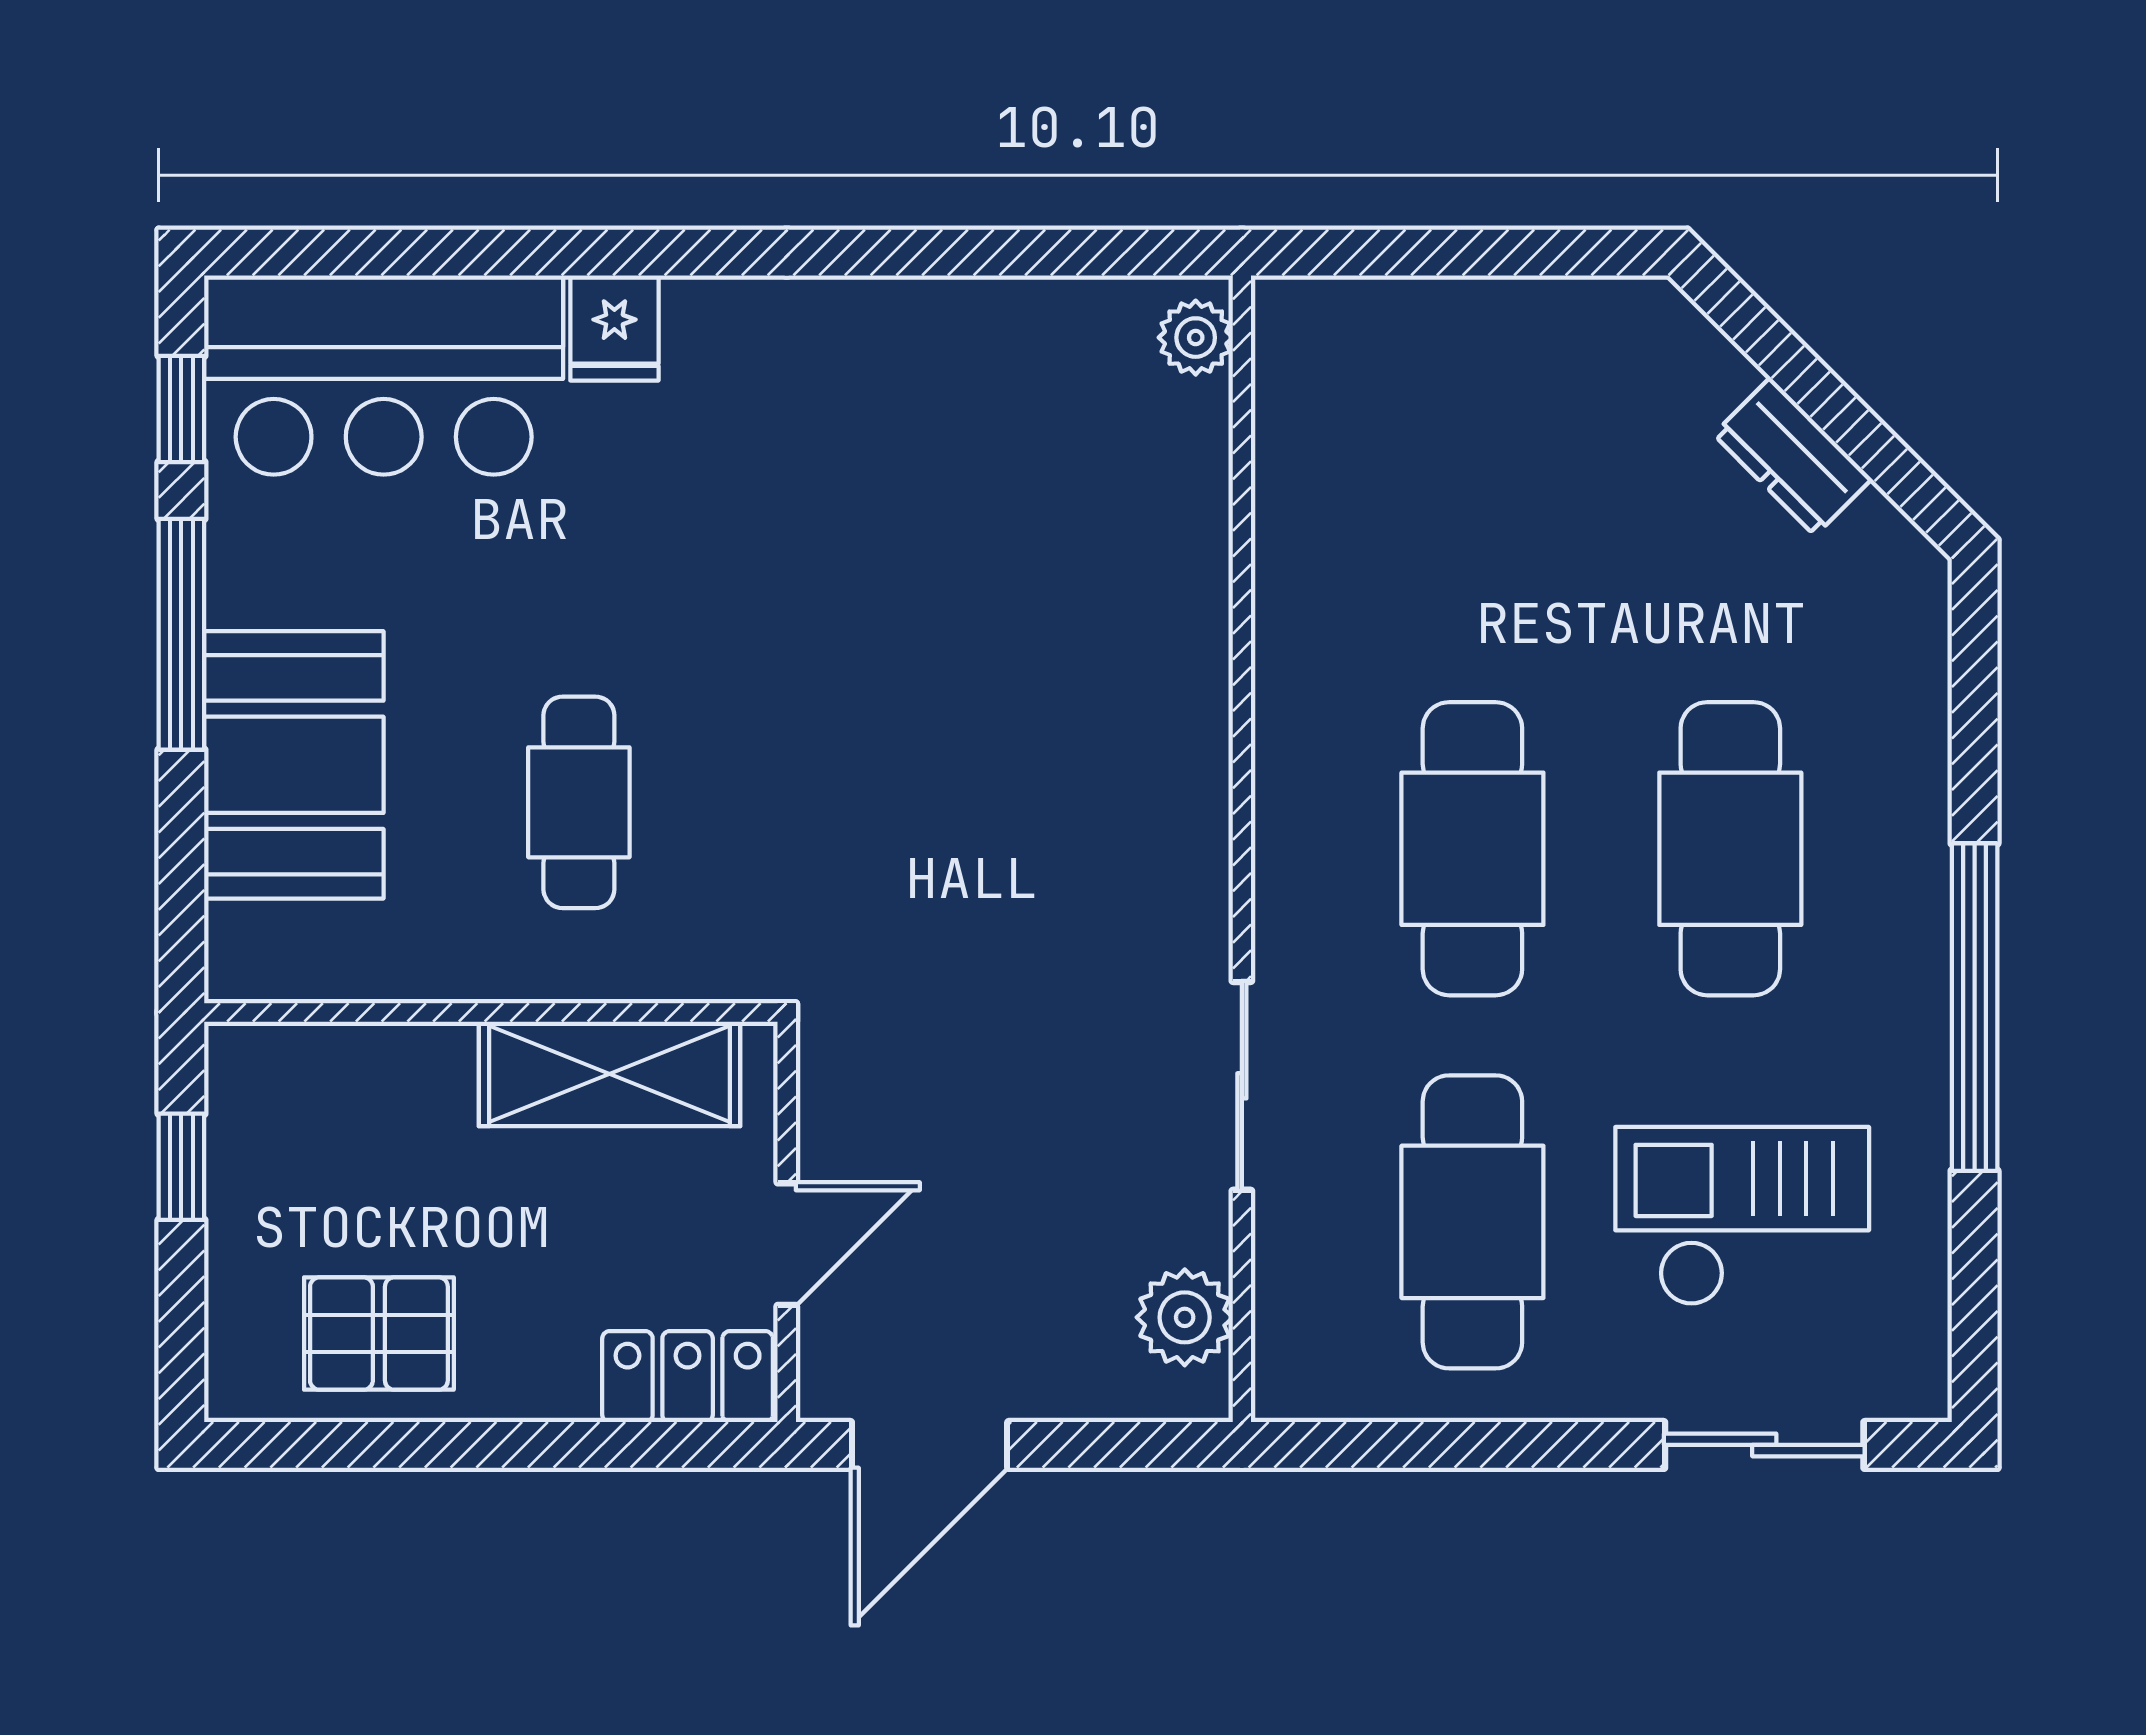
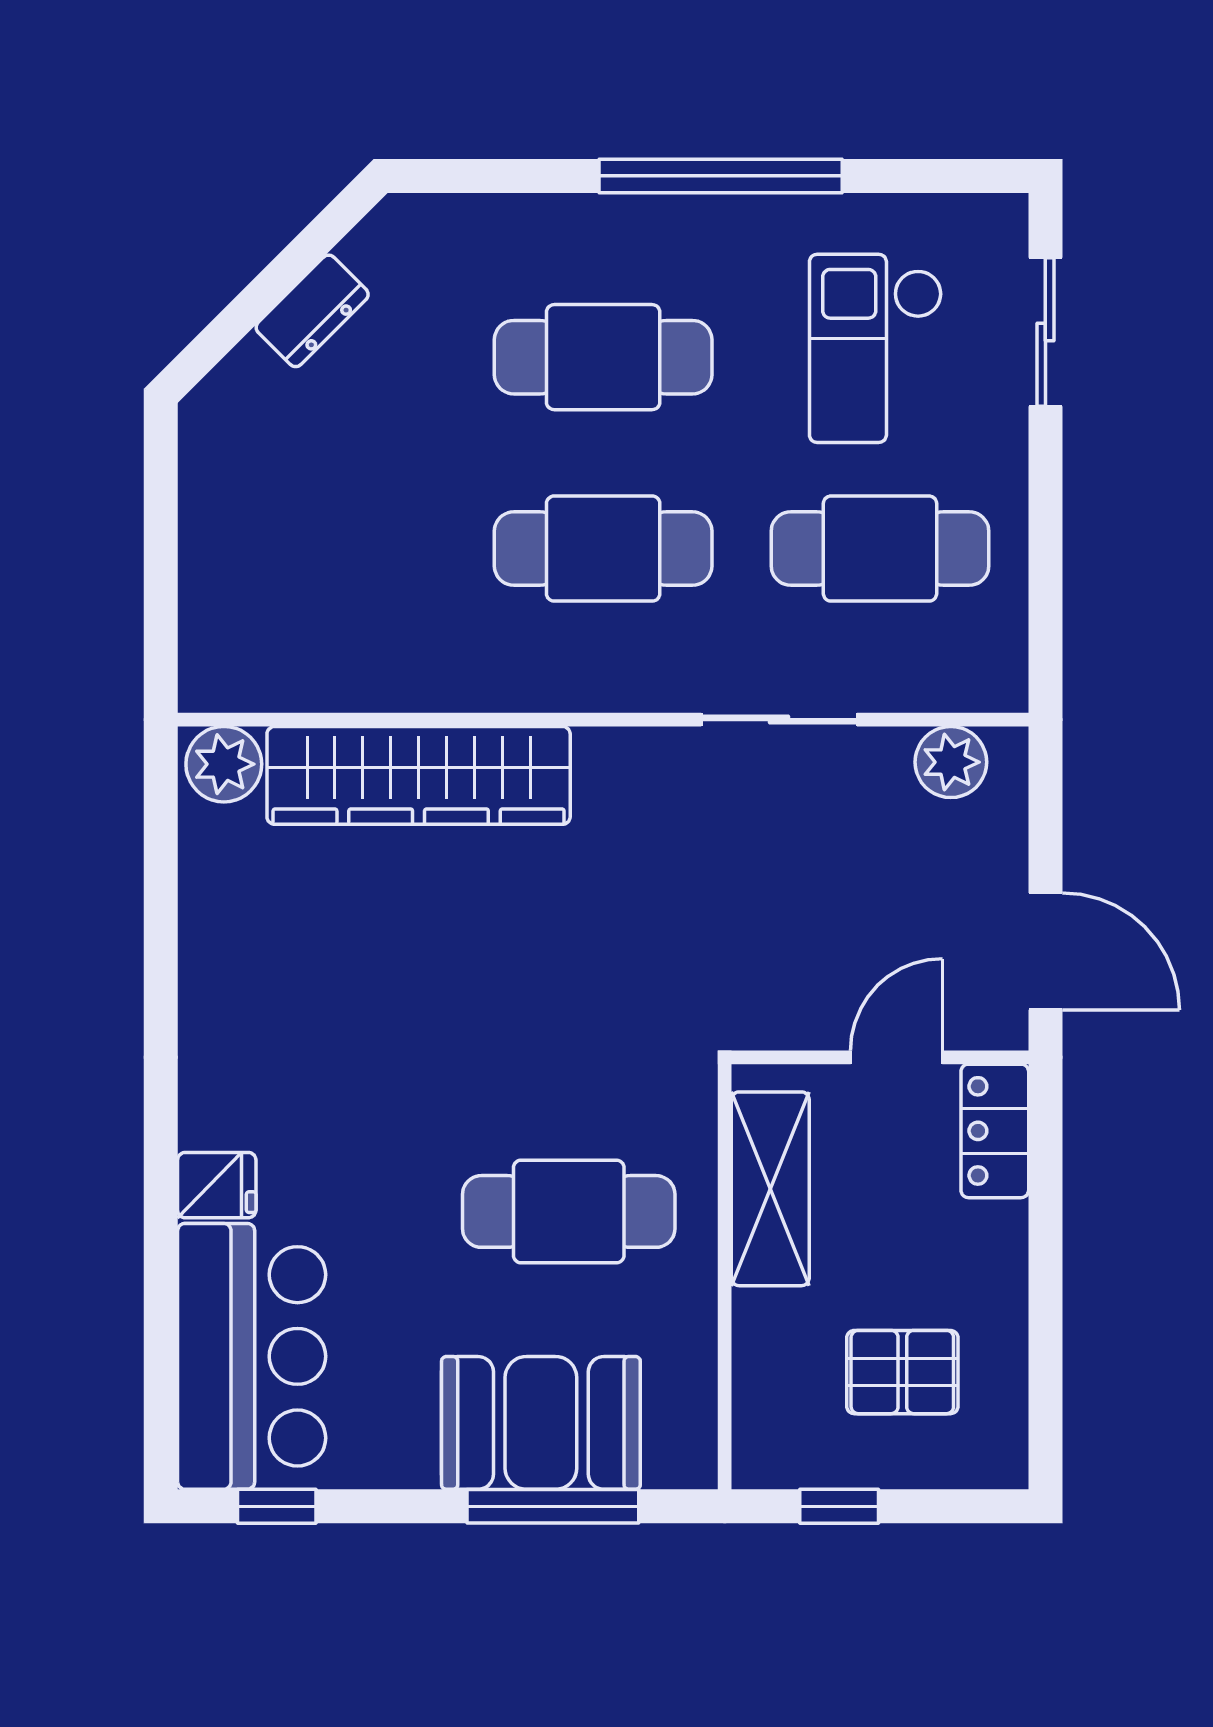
plant: (1196, 338) -> (224, 764), width x1.38, depth x1.38
wardrobe: (1167, 600) -> (419, 775), added
window: (181, 634) -> (553, 1506), moved
cafe table: (579, 802) -> (569, 1211), width x1.37, depth x1.35
door: (787, 1244) -> (897, 1057), hinge flipped
pallet: (379, 1334) -> (902, 1372), moved, turned 90

